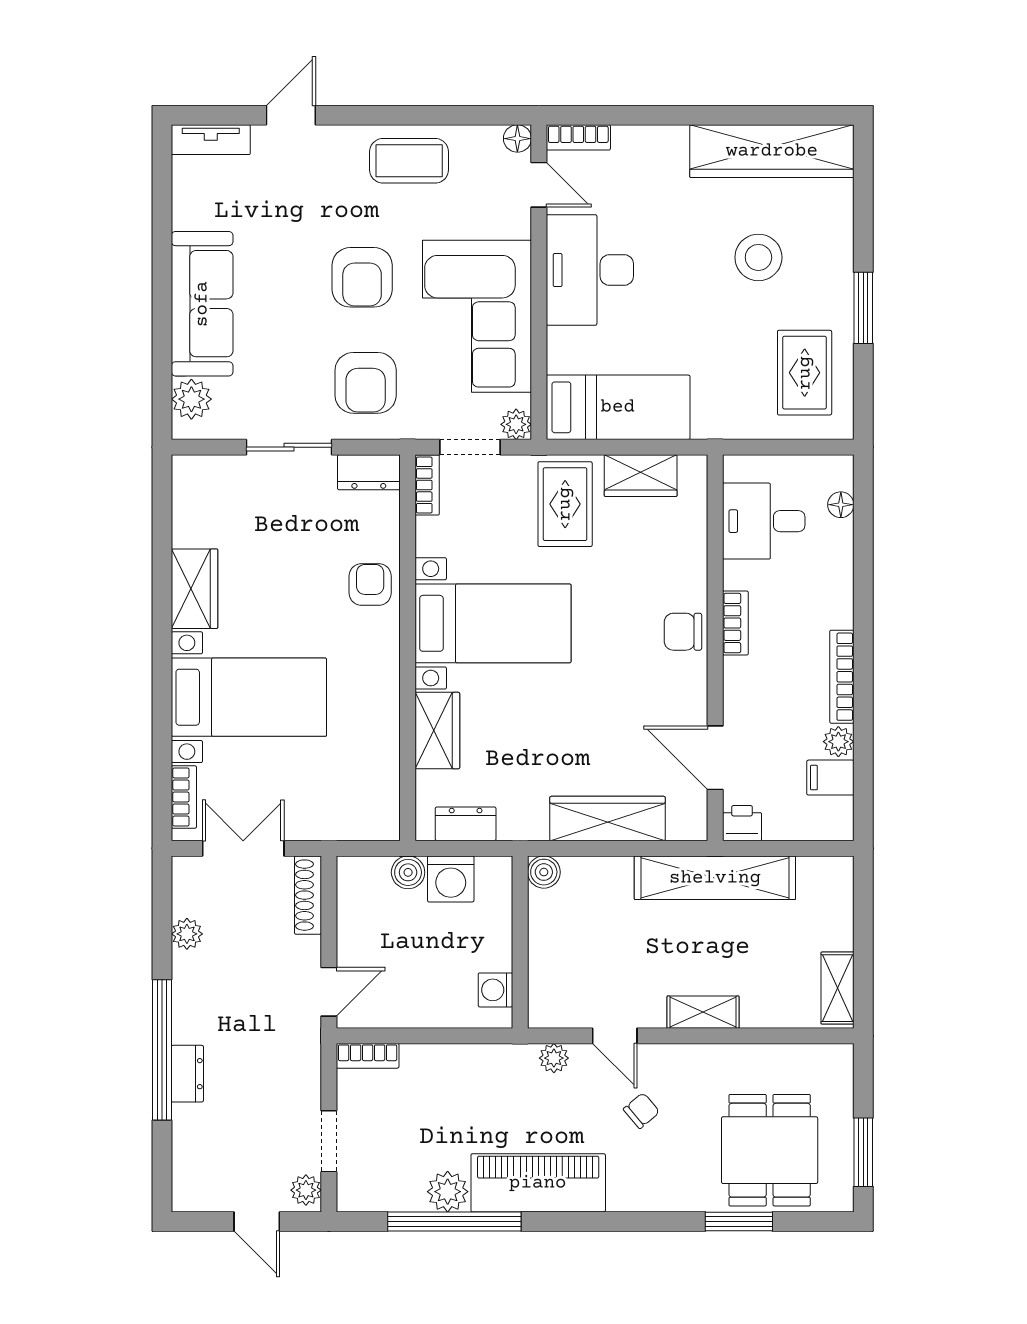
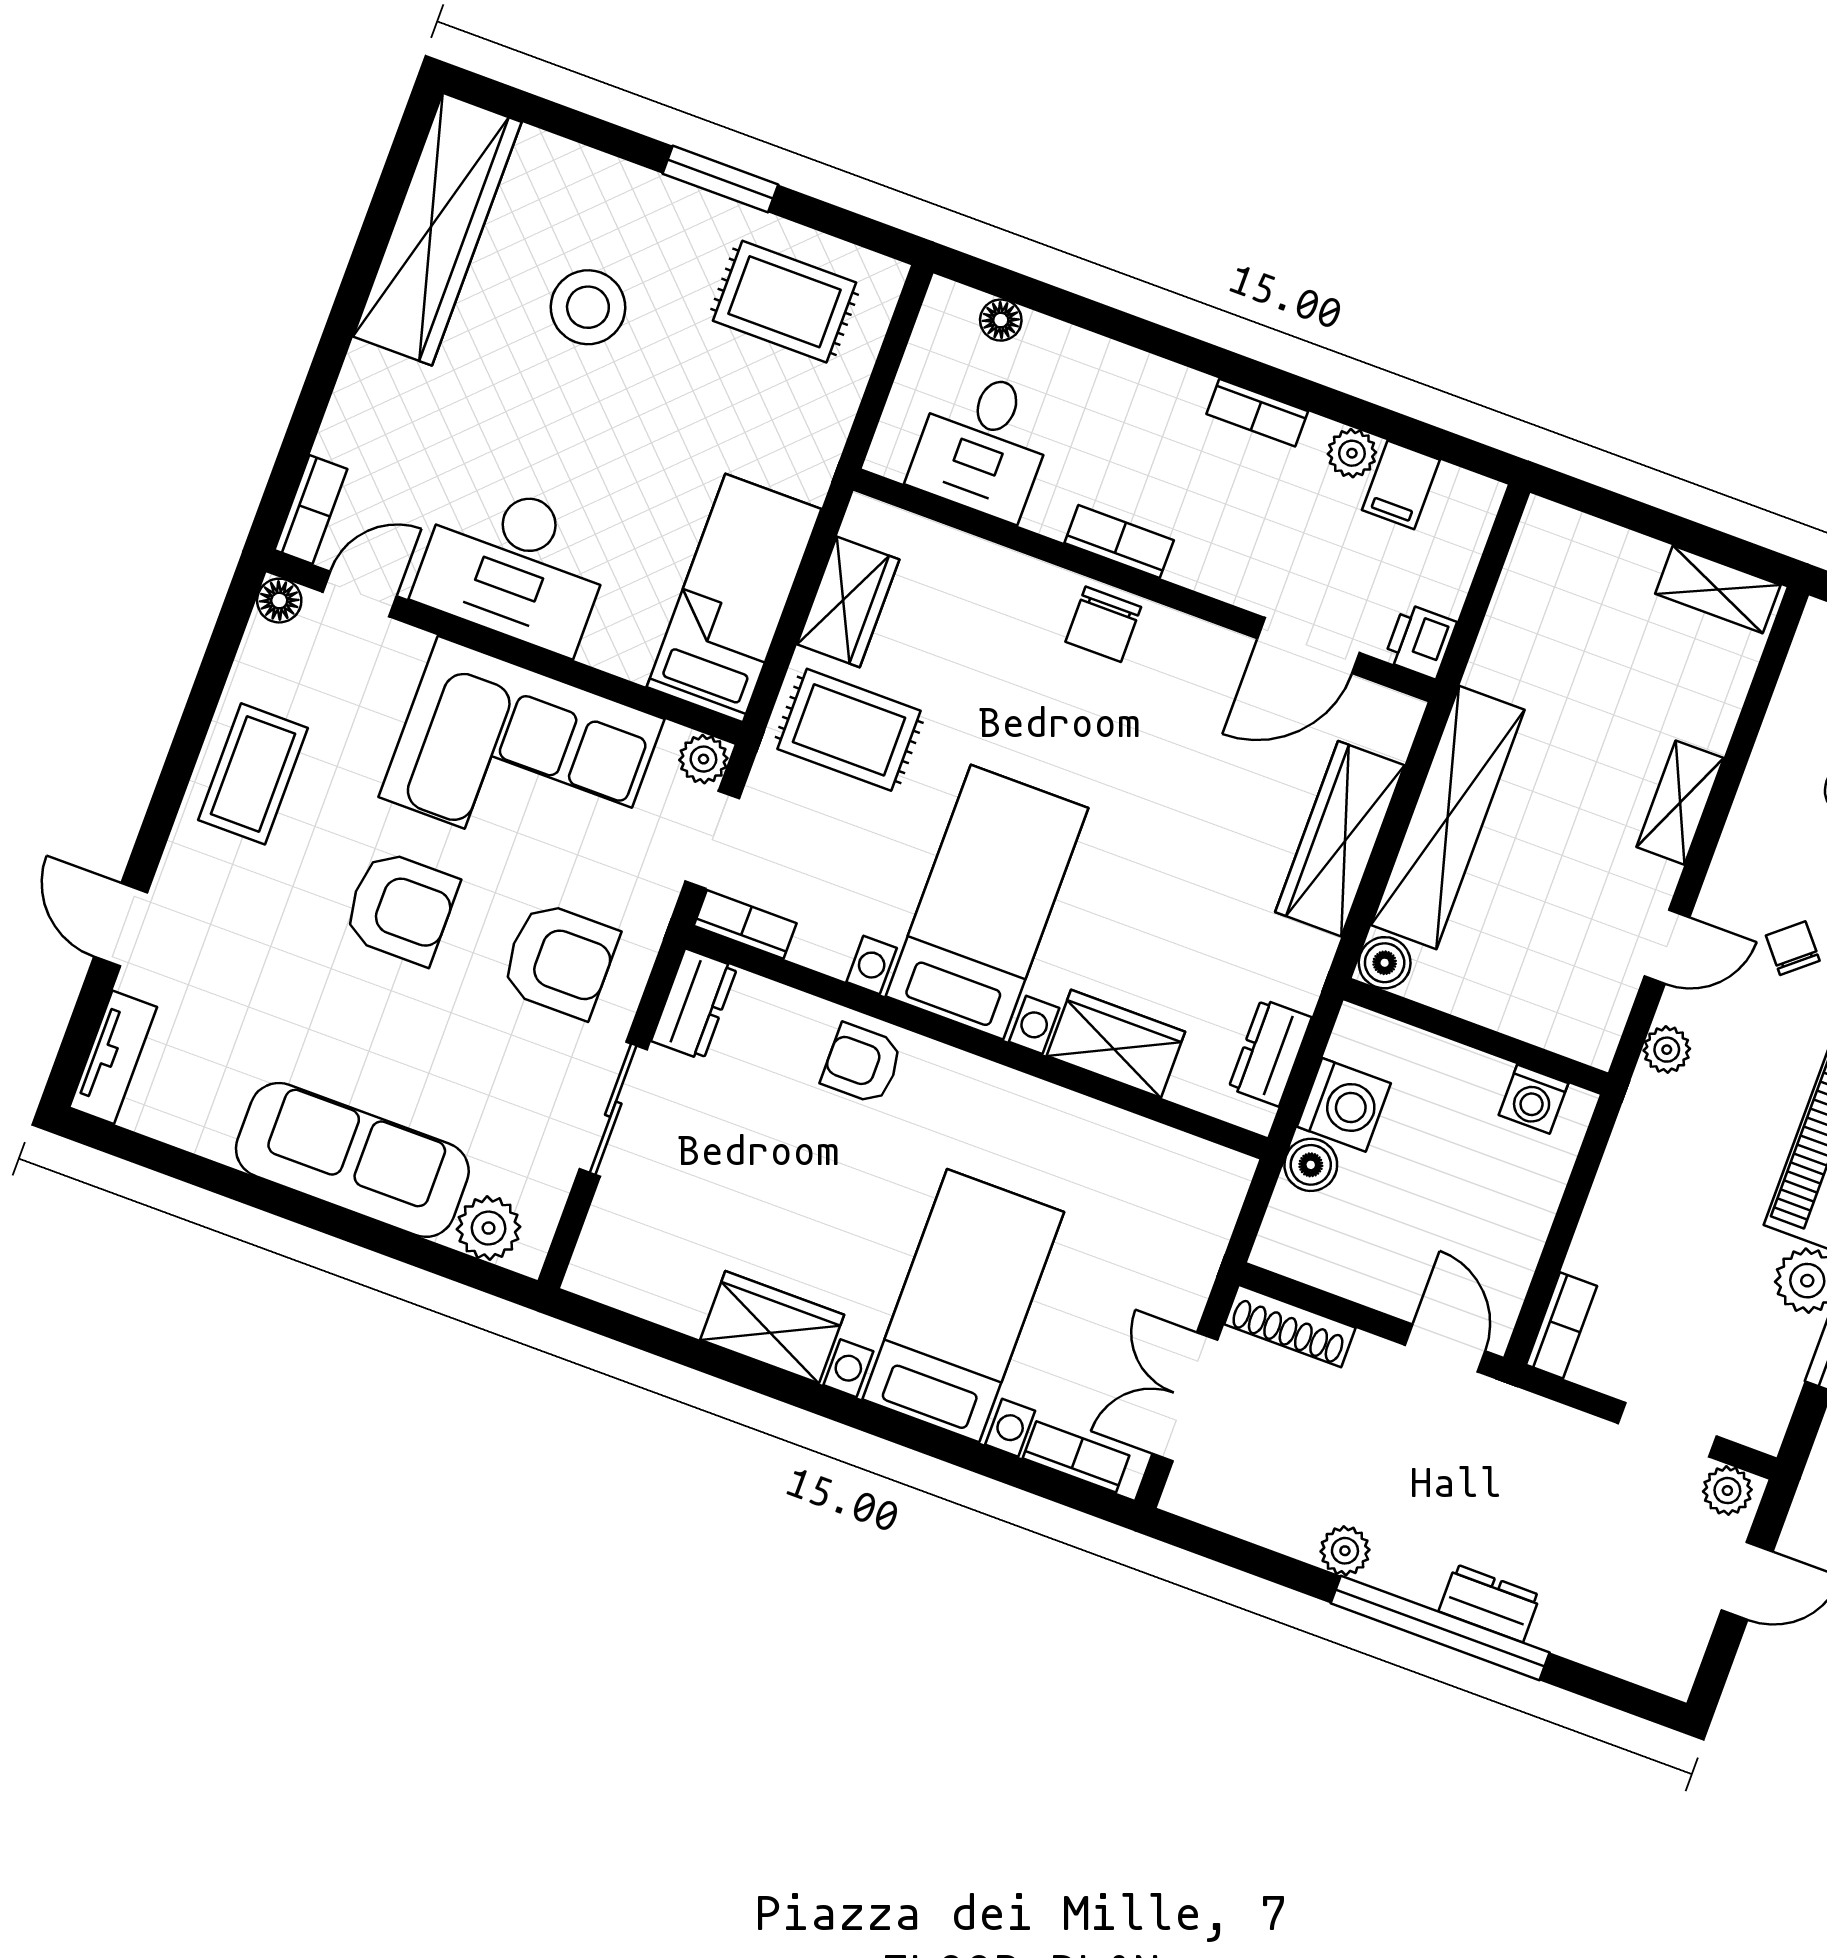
bookcase: (842, 677) -> (1257, 413), width x0.64
shelving: (715, 878) -> (1448, 817), moved
plant: (187, 934) -> (1345, 1551), moved

